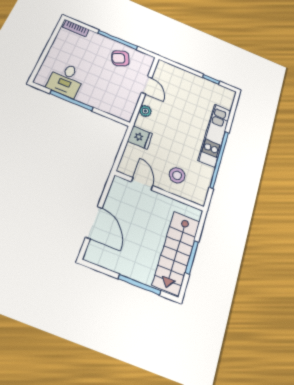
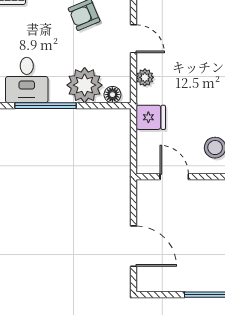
plant: (103, 99) -> (85, 85), added
floor lamp: (120, 113) -> (112, 95), added

